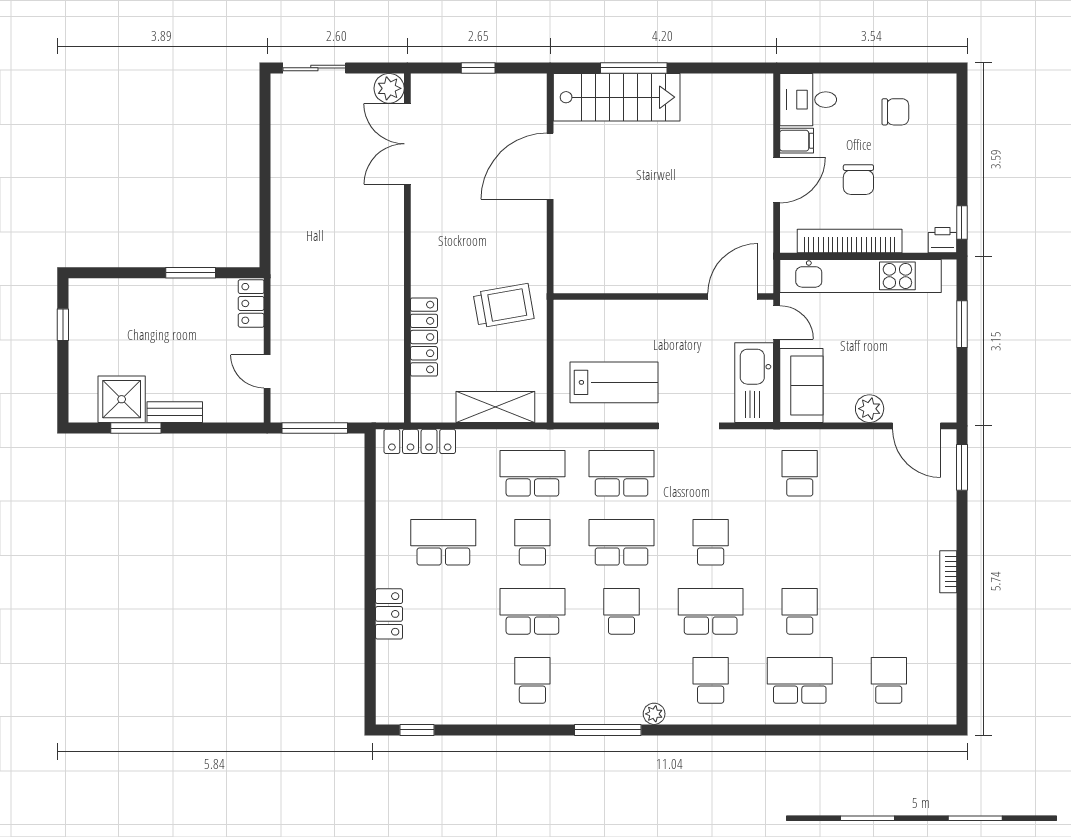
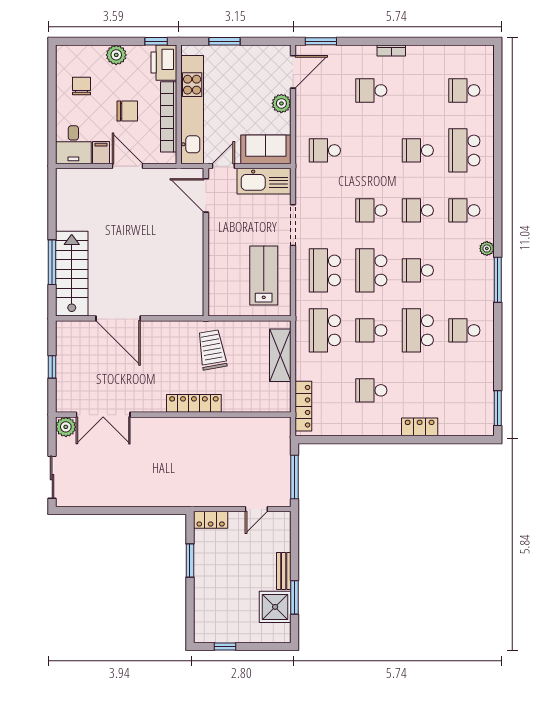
plant: (942, 163) -> (116, 55), added
printer: (943, 240) -> (164, 63), width x1.87, depth x1.48
locker: (424, 337) -> (194, 403), moved
school desk: (443, 542) -> (371, 390), width x0.54
school desk: (889, 542) -> (371, 90), added
school desk: (711, 611) -> (418, 210), width x0.54
window: (417, 730) -> (498, 408), width x1.50

